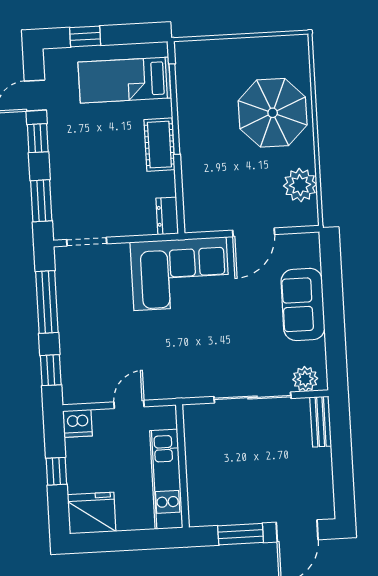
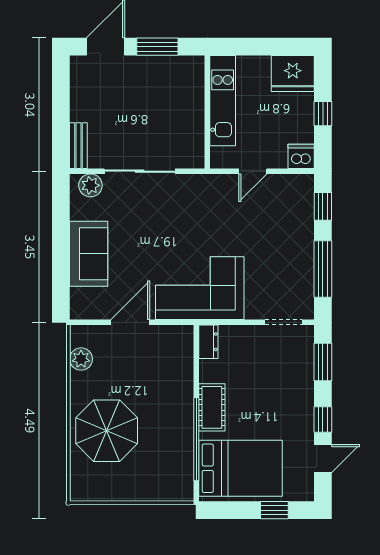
bed: (124, 80) -> (241, 468), width x1.50
plant: (300, 185) -> (81, 359), width x0.73, depth x0.73

